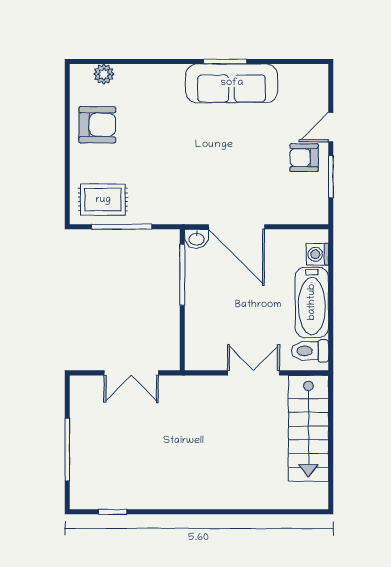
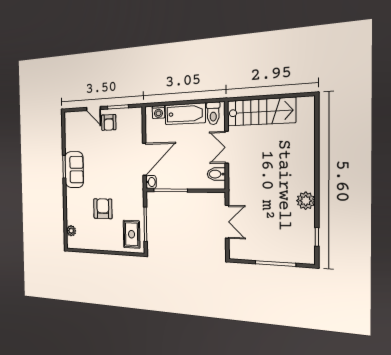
sofa: (232, 83) -> (74, 170), width x0.73
armchair: (97, 125) -> (103, 209), moved
bidet: (210, 355) -> (216, 174), added
plant: (168, 496) -> (306, 201), added

